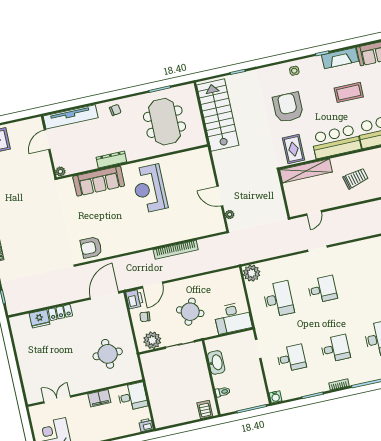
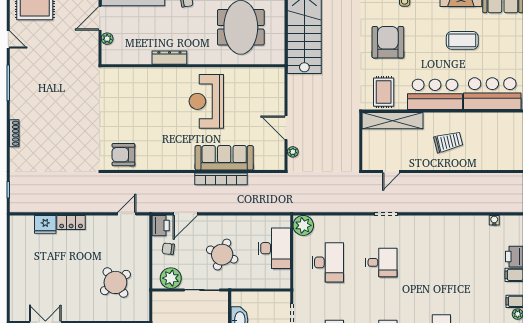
plant: (60, 172) -> (107, 39), moved
sofa: (99, 181) -> (224, 158), moved, turned 180
door: (105, 295) -> (127, 214), width x0.53
desk: (233, 318) -> (274, 248), moved, turned -90
round table: (108, 354) -> (115, 282), turned -37

